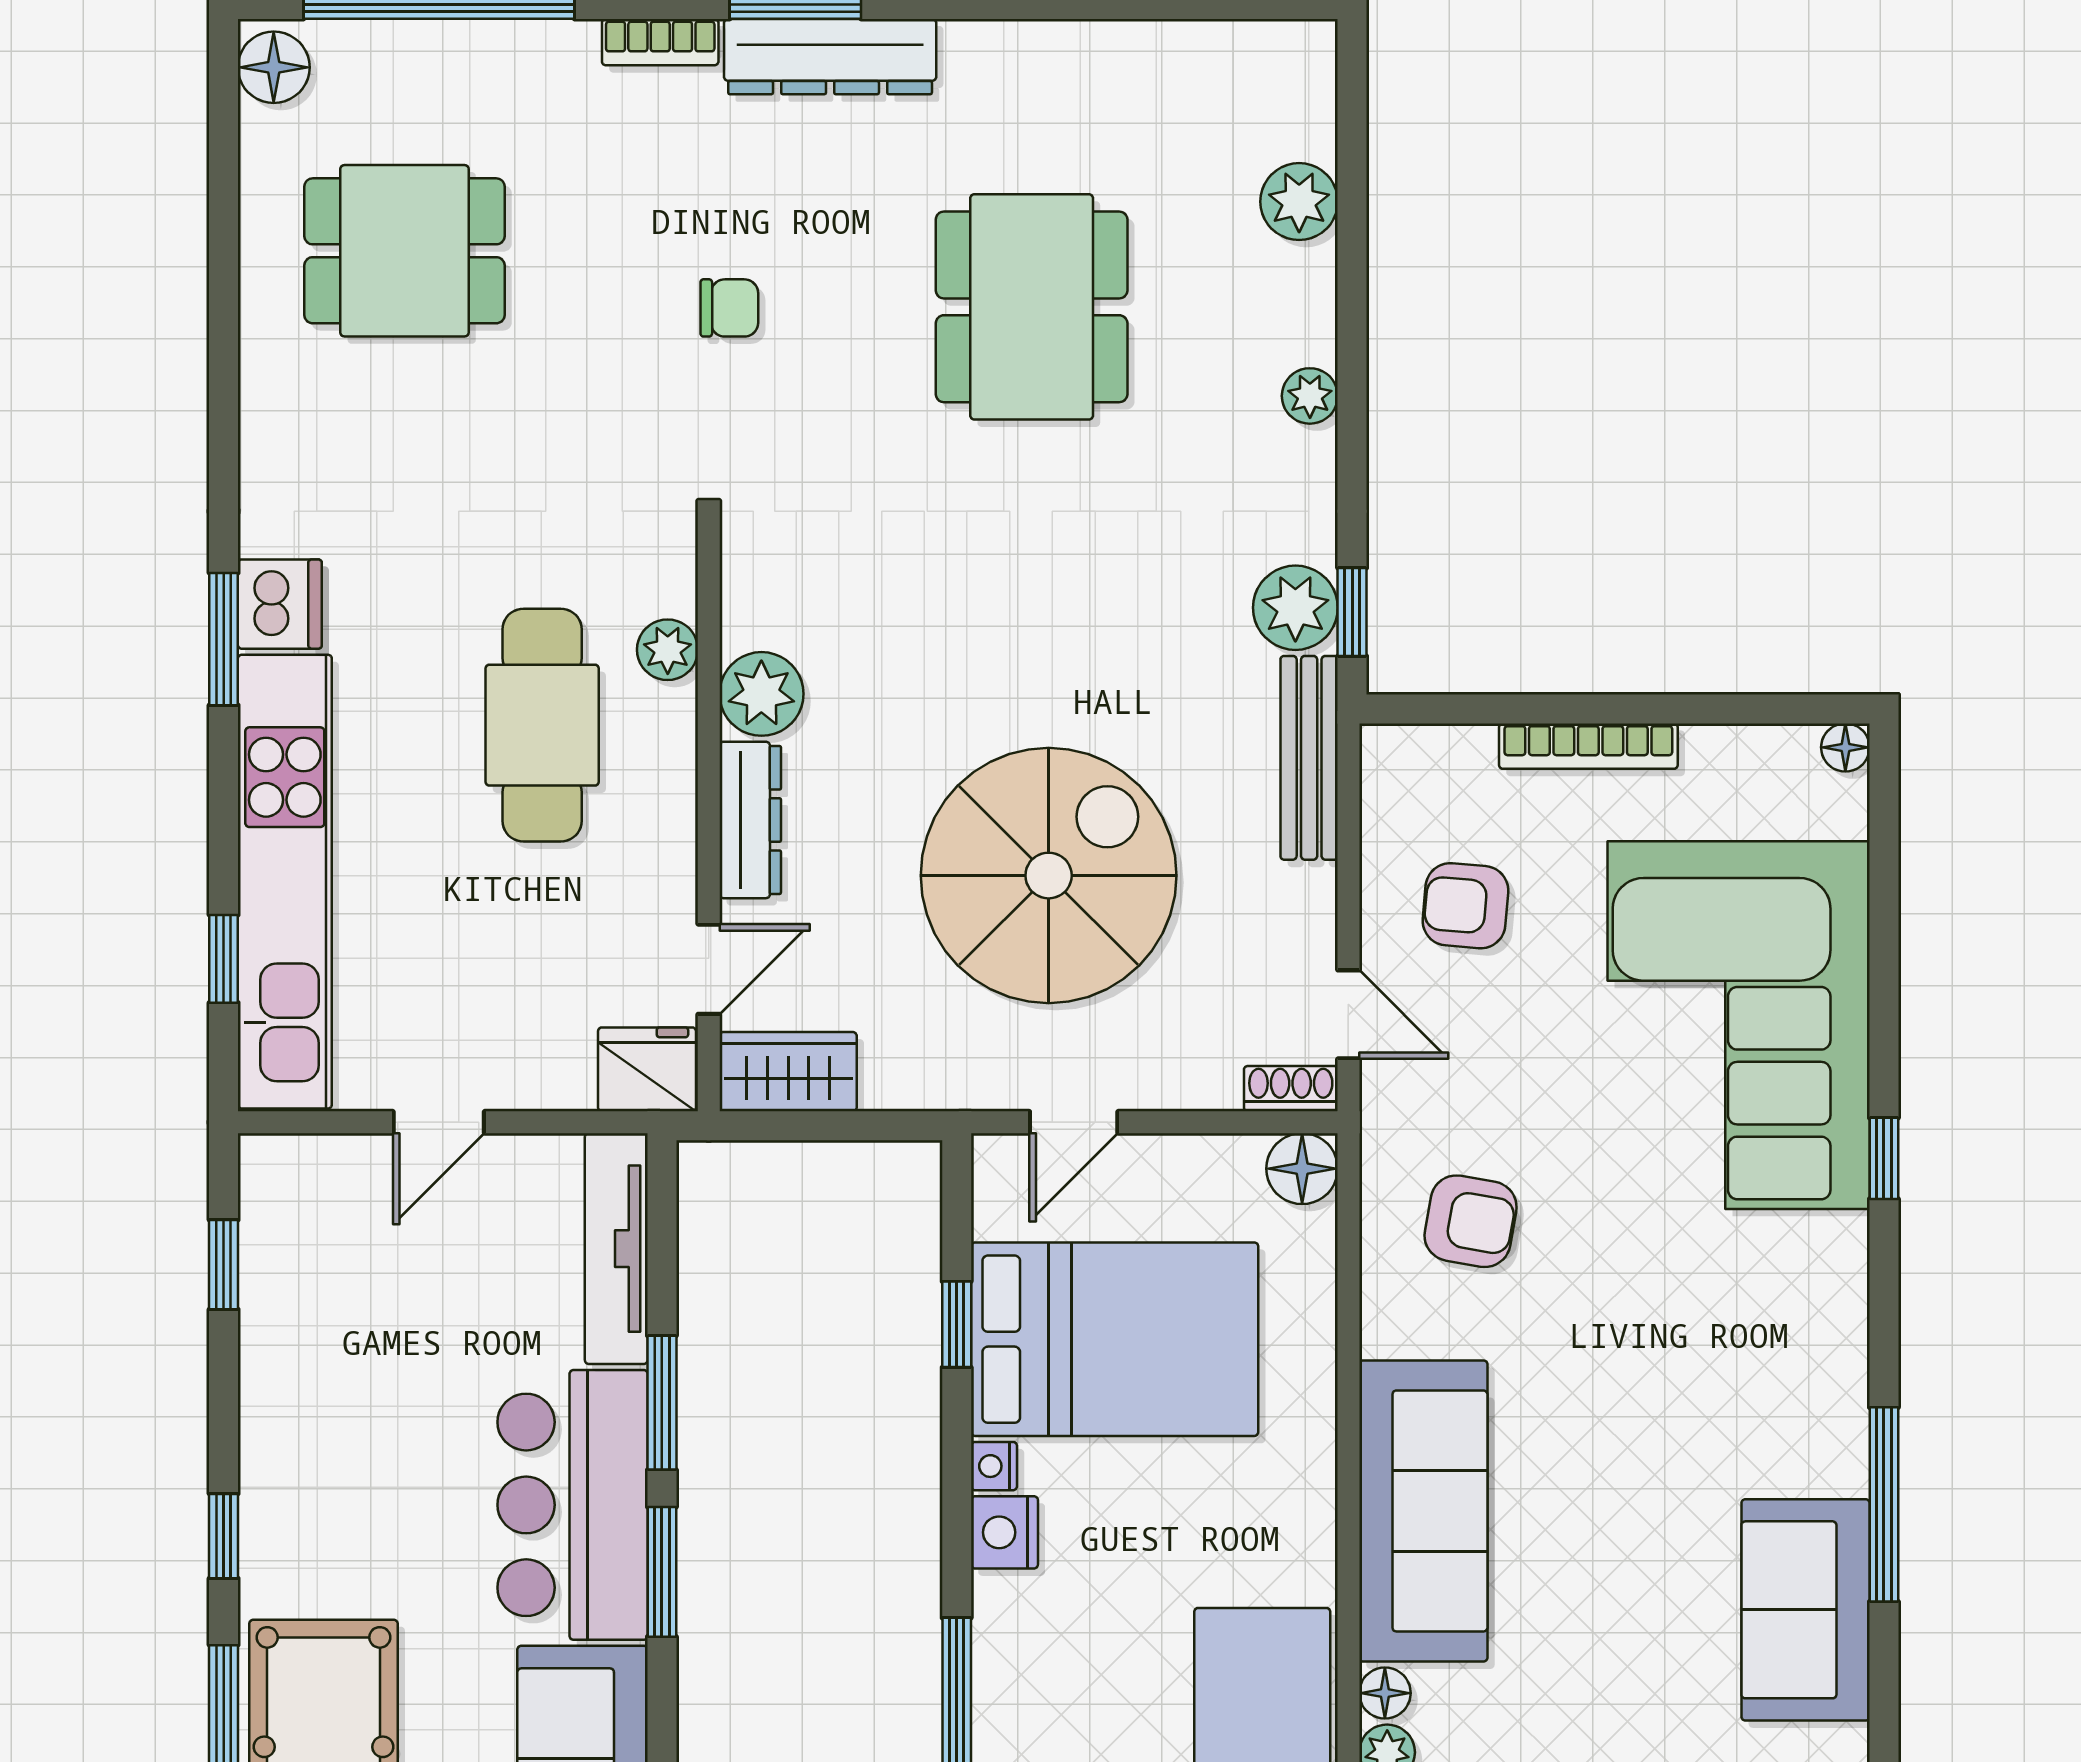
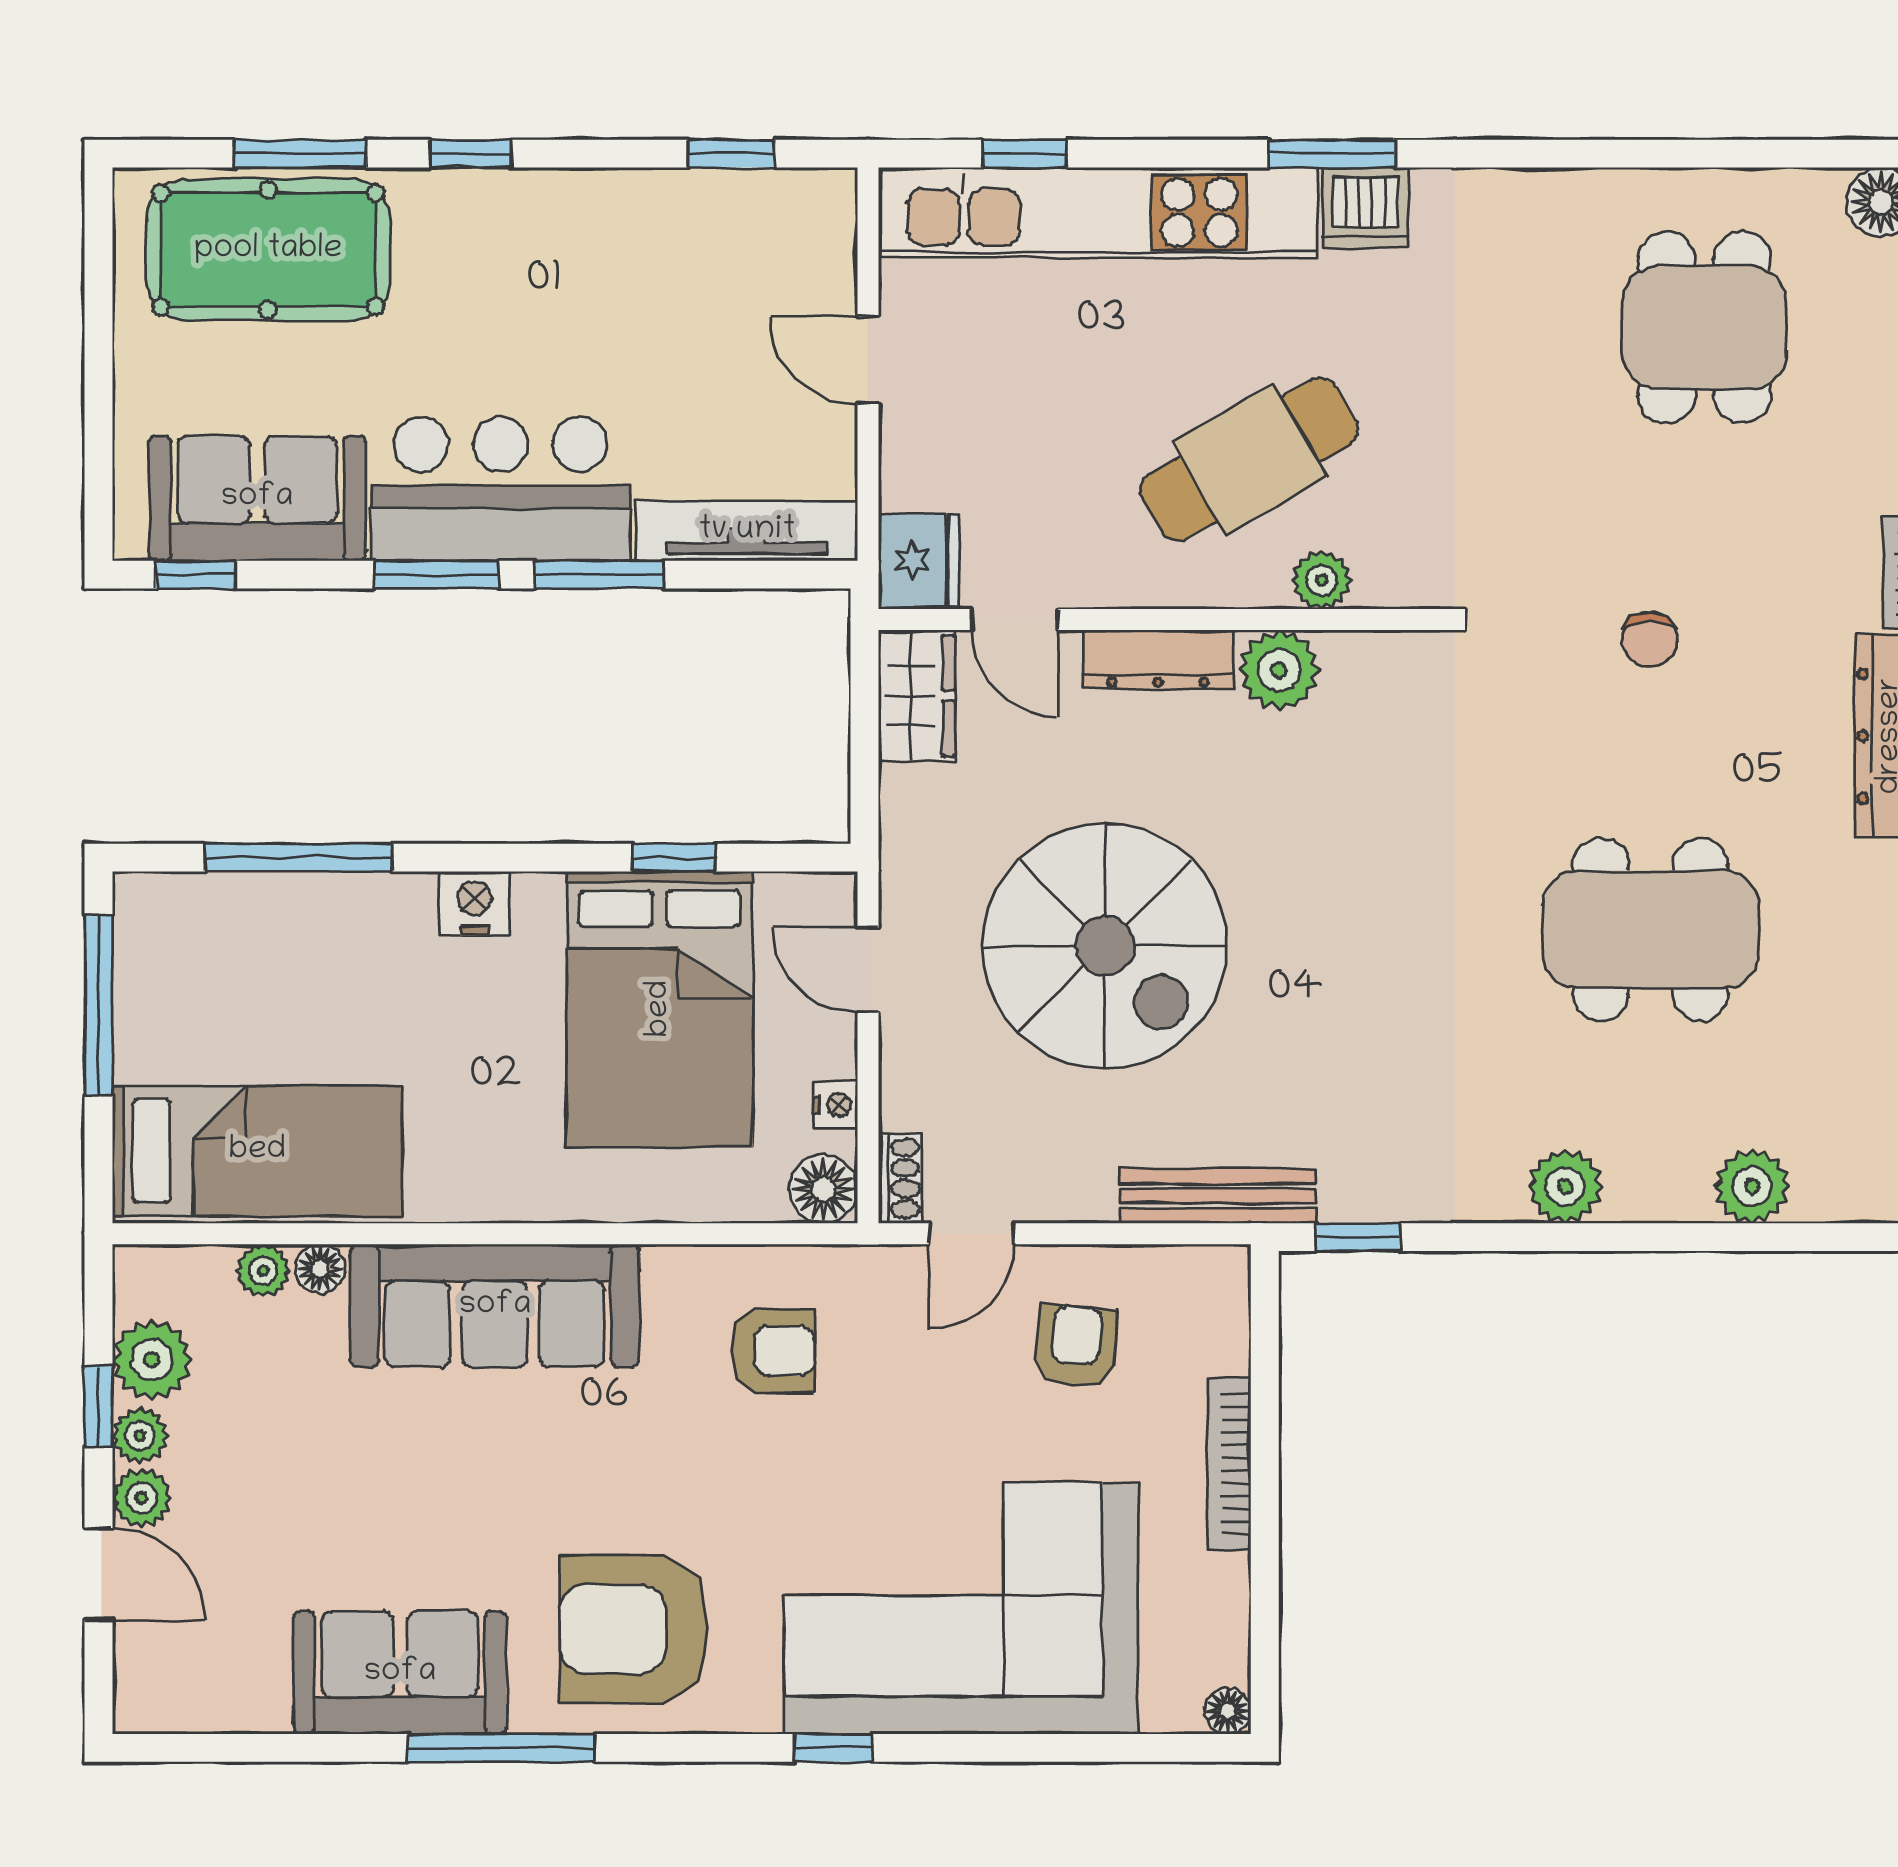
plant: (1310, 396) -> (1565, 1187), width x1.38, depth x1.38
plant: (1295, 608) -> (1362, 1183), removed
cafe table: (542, 725) -> (1249, 460), turned -30
armchair: (1471, 1221) -> (773, 1351), turned -100
armchair: (1760, 1366) -> (634, 1629), added
nightstand: (994, 1466) -> (836, 1105), moved, turned 90

